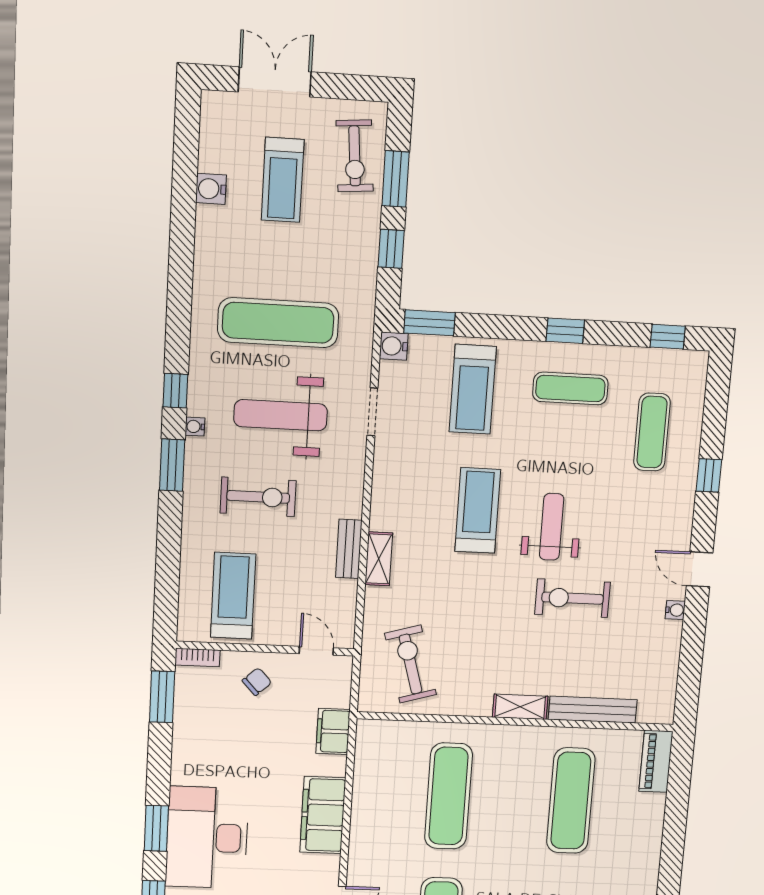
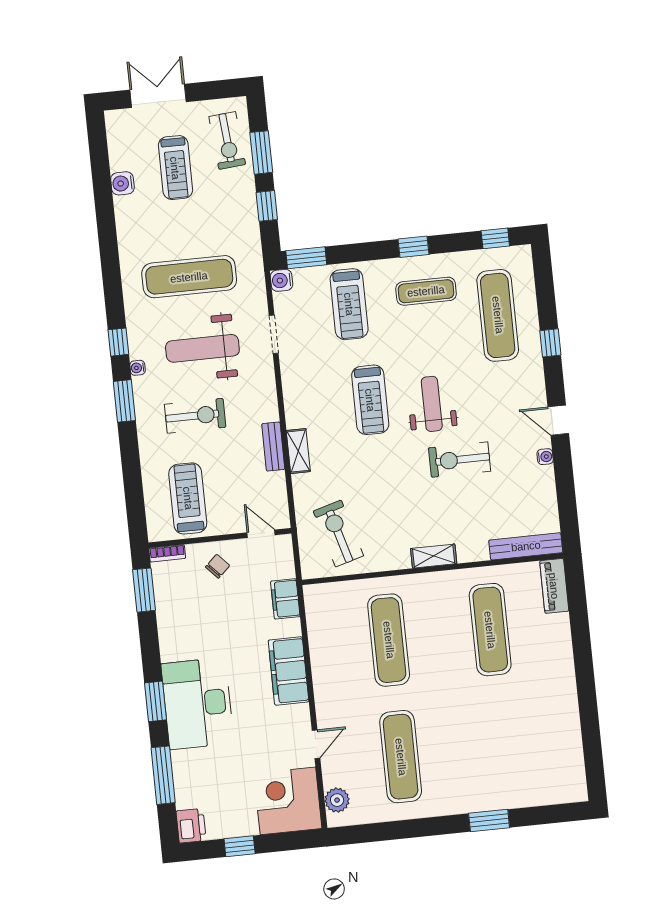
exercise mat: (652, 432) -> (498, 315), width x1.36, depth x1.45
treadmill: (478, 510) -> (370, 400), turned 180
bench: (593, 710) -> (526, 546), moved

